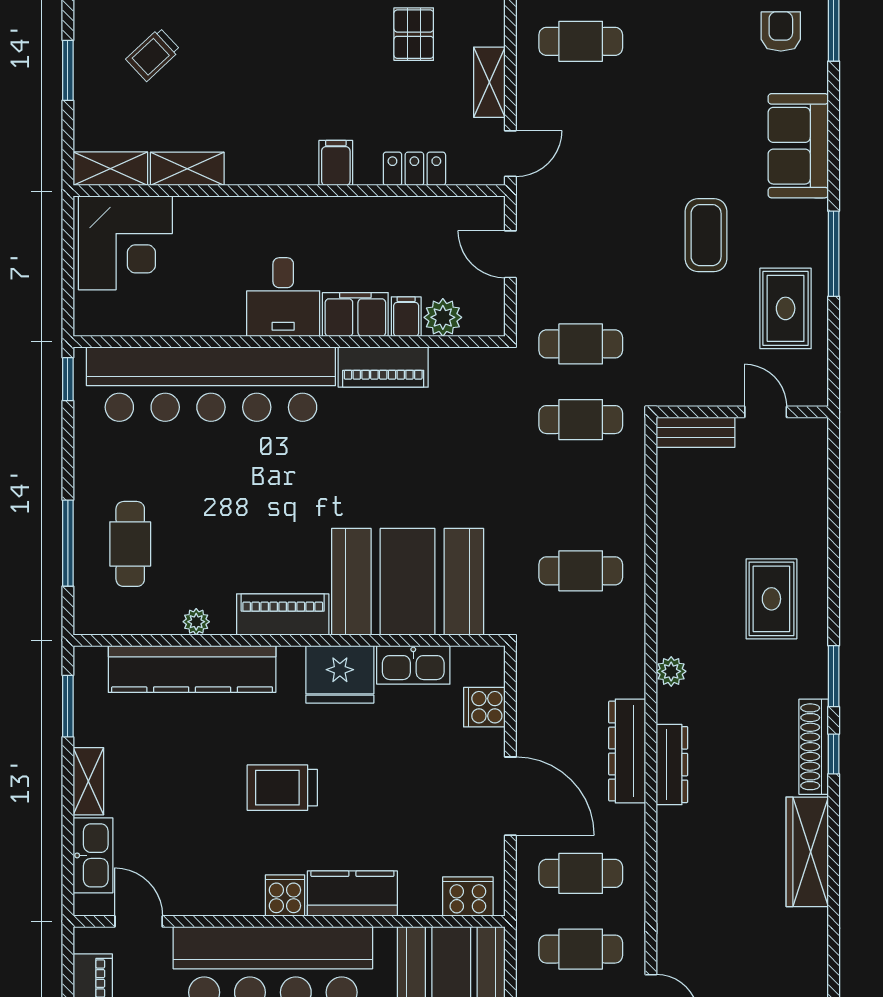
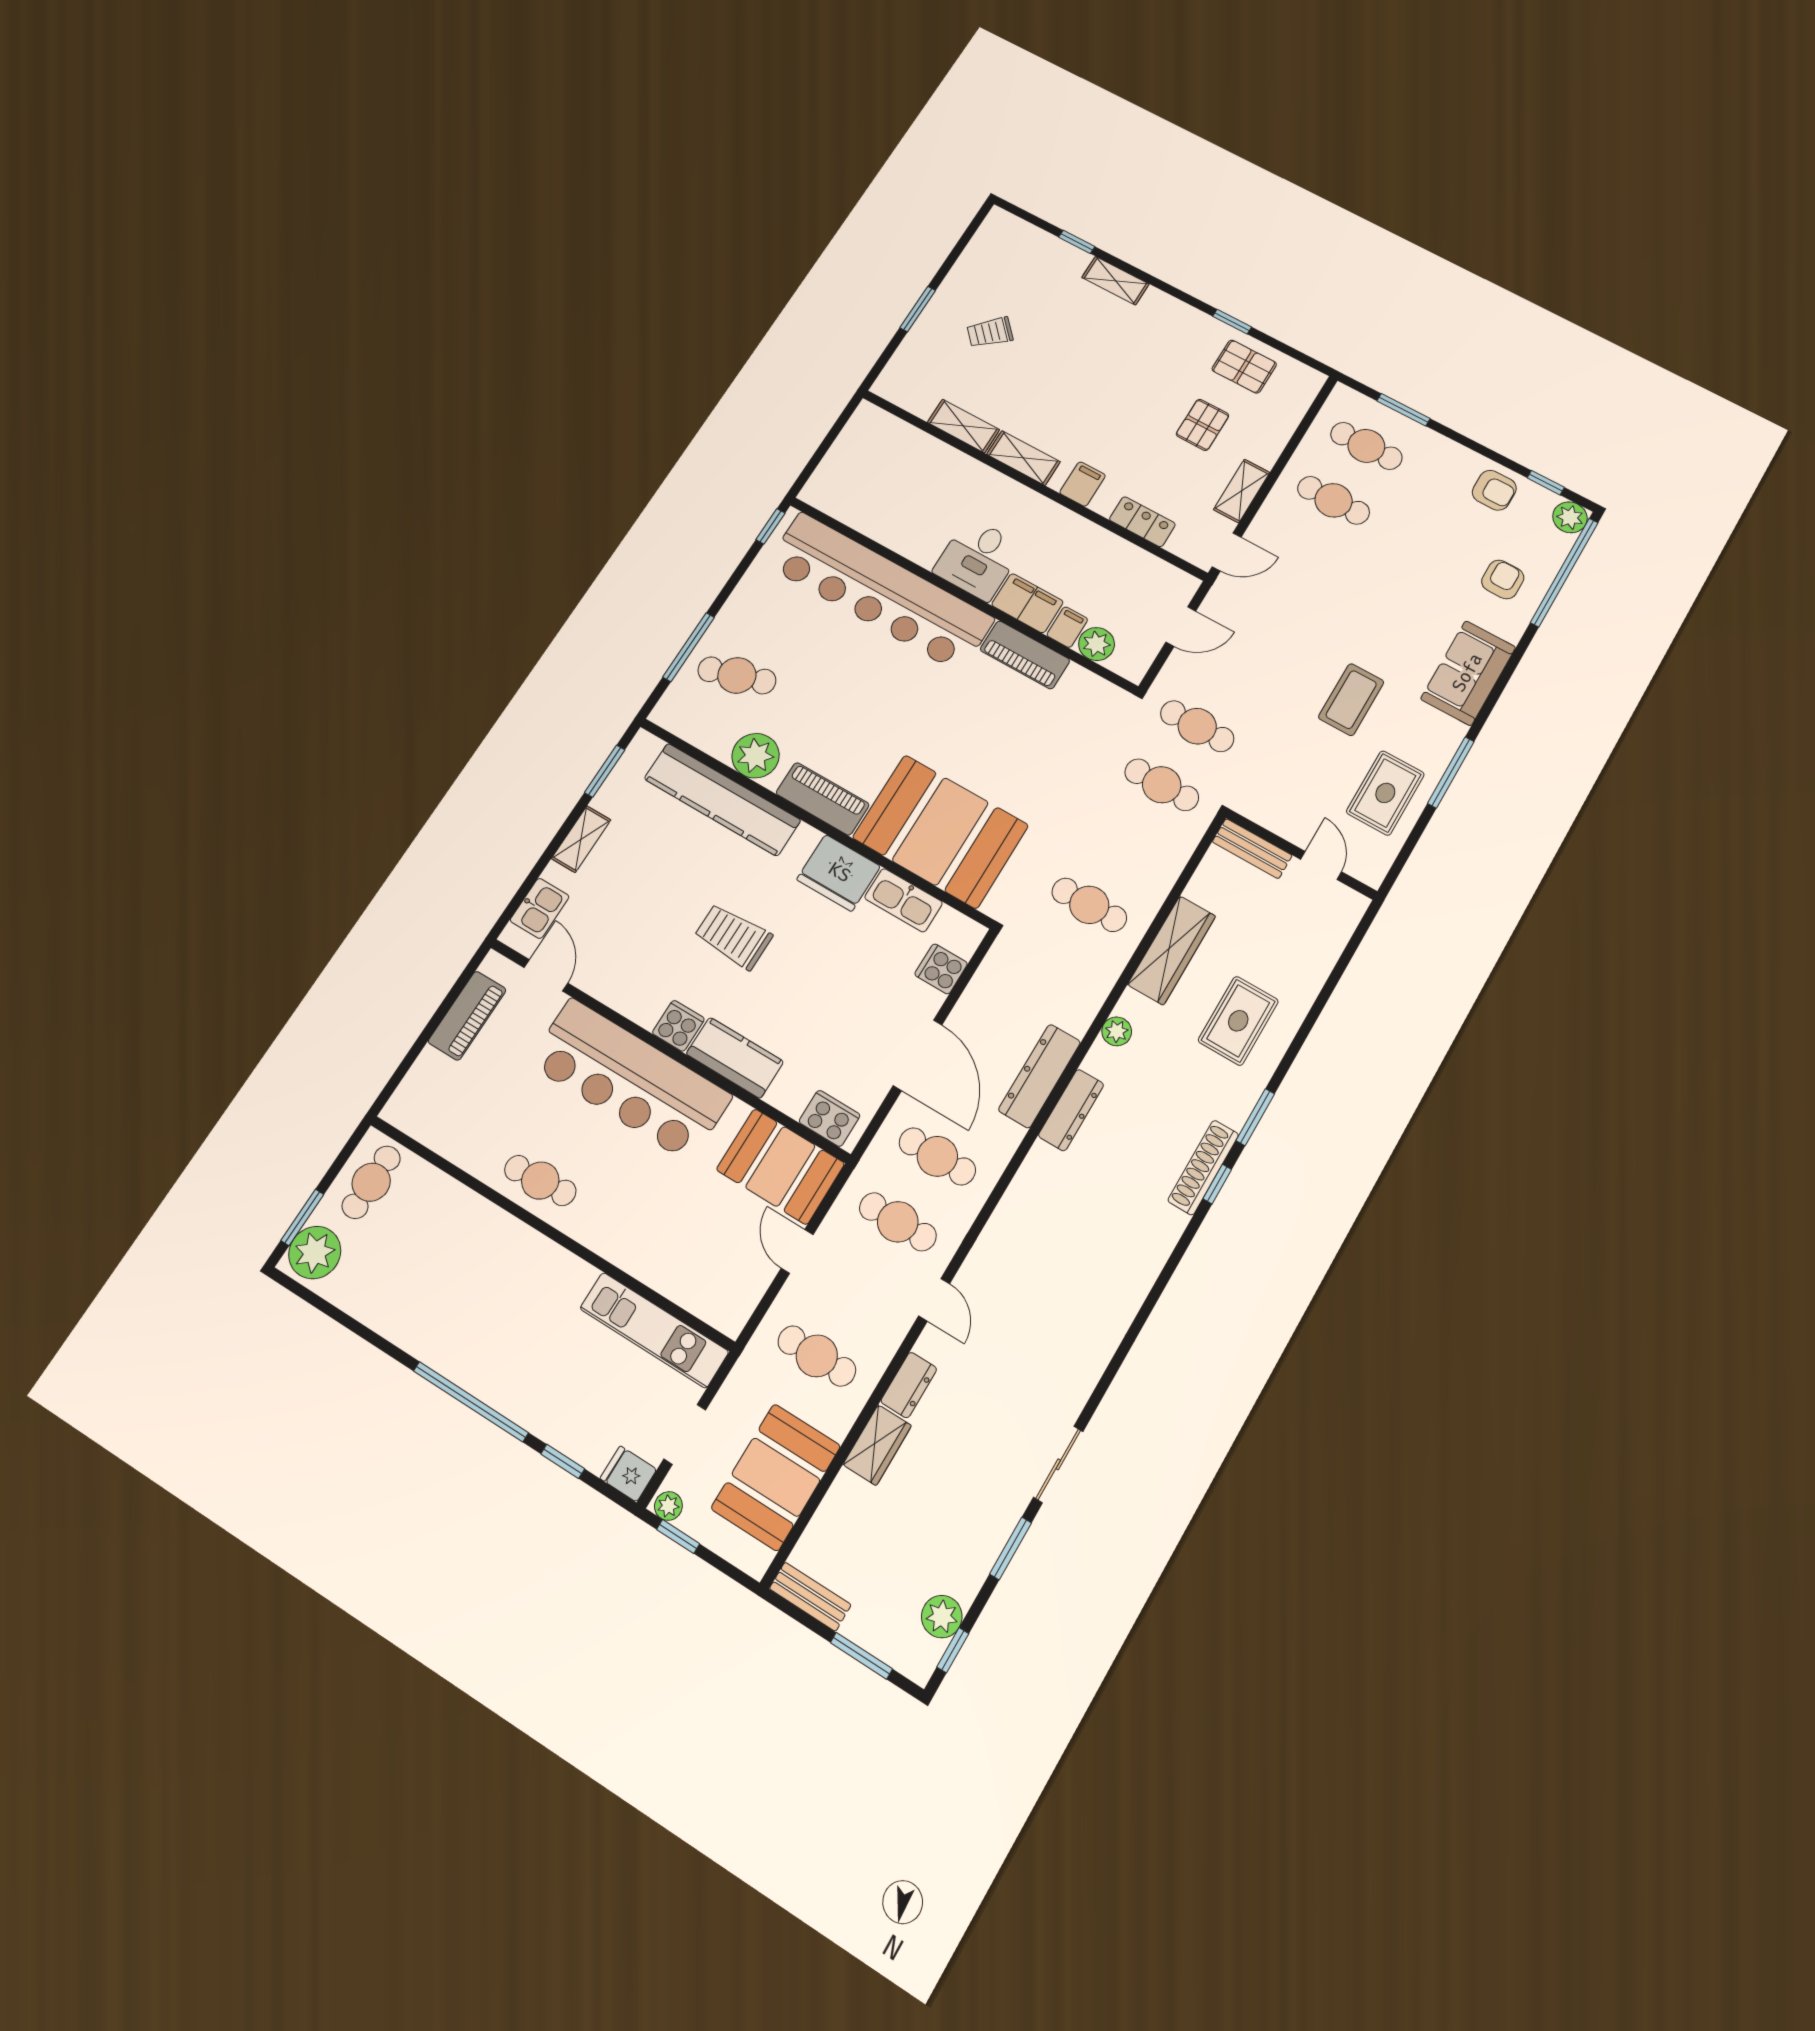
shelving: (110, 169) -> (1023, 458), moved
corner desk: (125, 243) -> (881, 453), removed
door: (510, 254) -> (1181, 627), swing flipped
cafe table: (130, 544) -> (737, 675), turned 73
plant: (196, 622) -> (756, 756), width x1.88, depth x1.88
wardrobe: (807, 852) -> (1172, 950), moved, turned 180
kitchen sink: (93, 855) -> (540, 908), width x0.73

